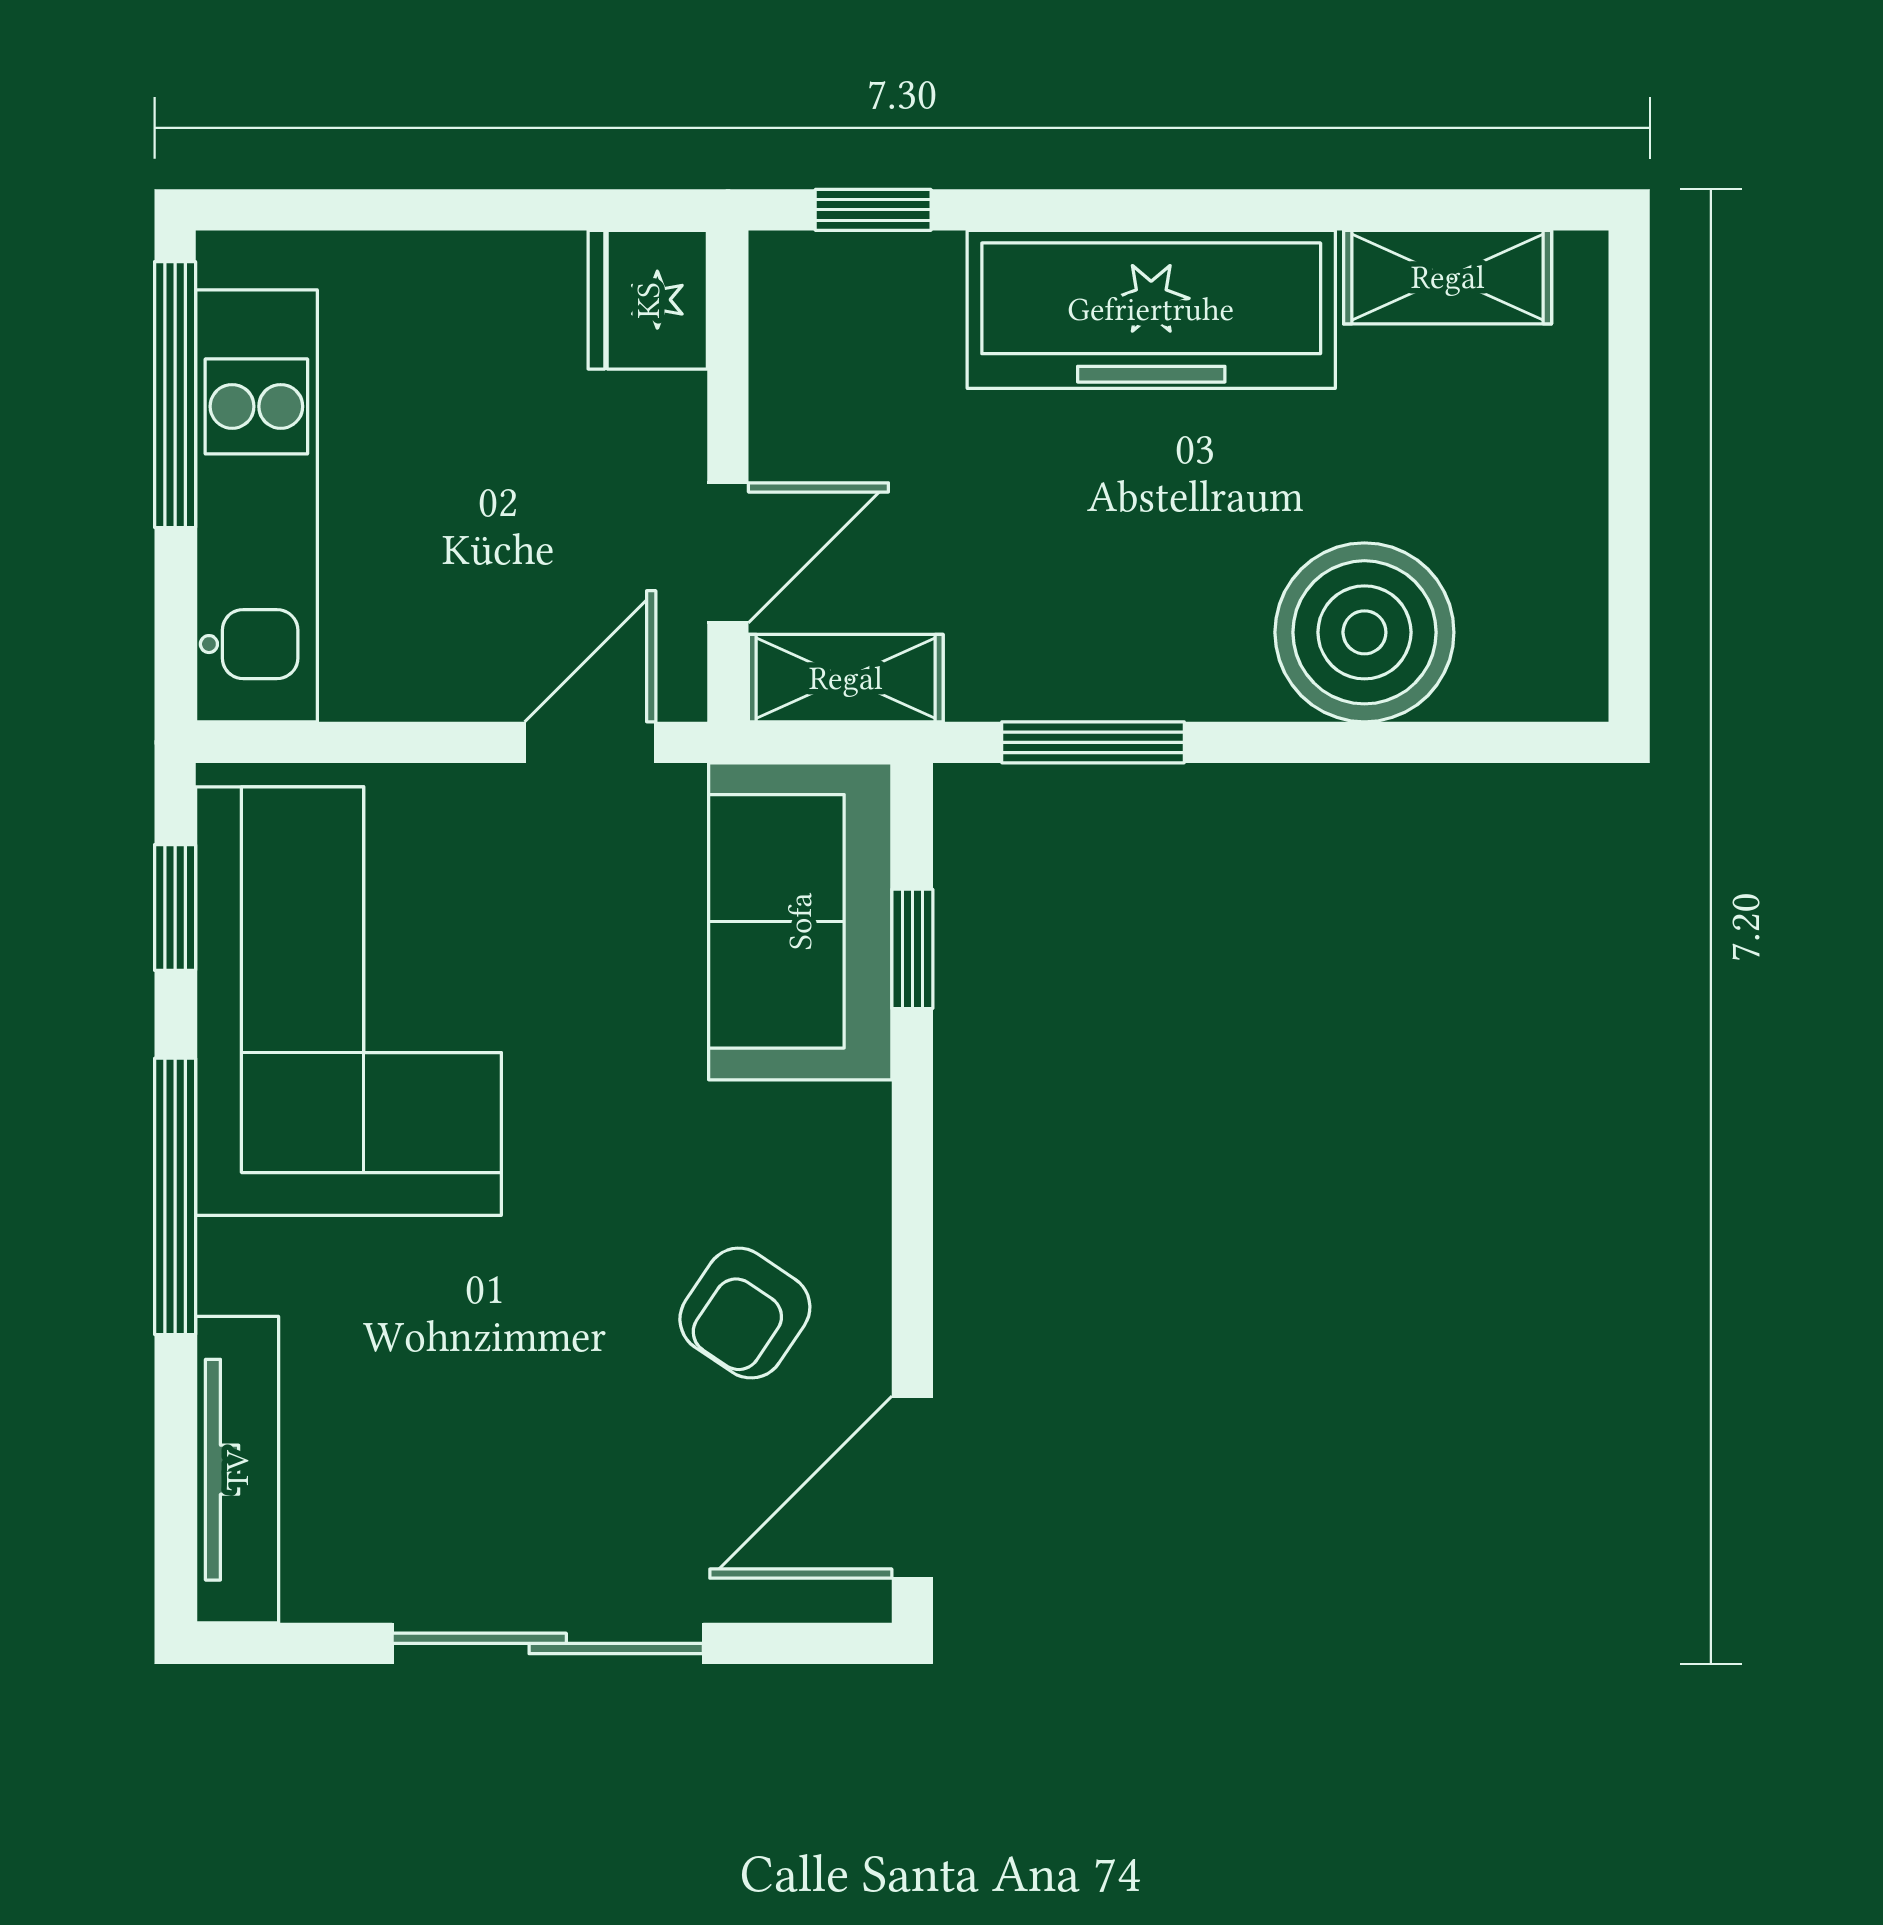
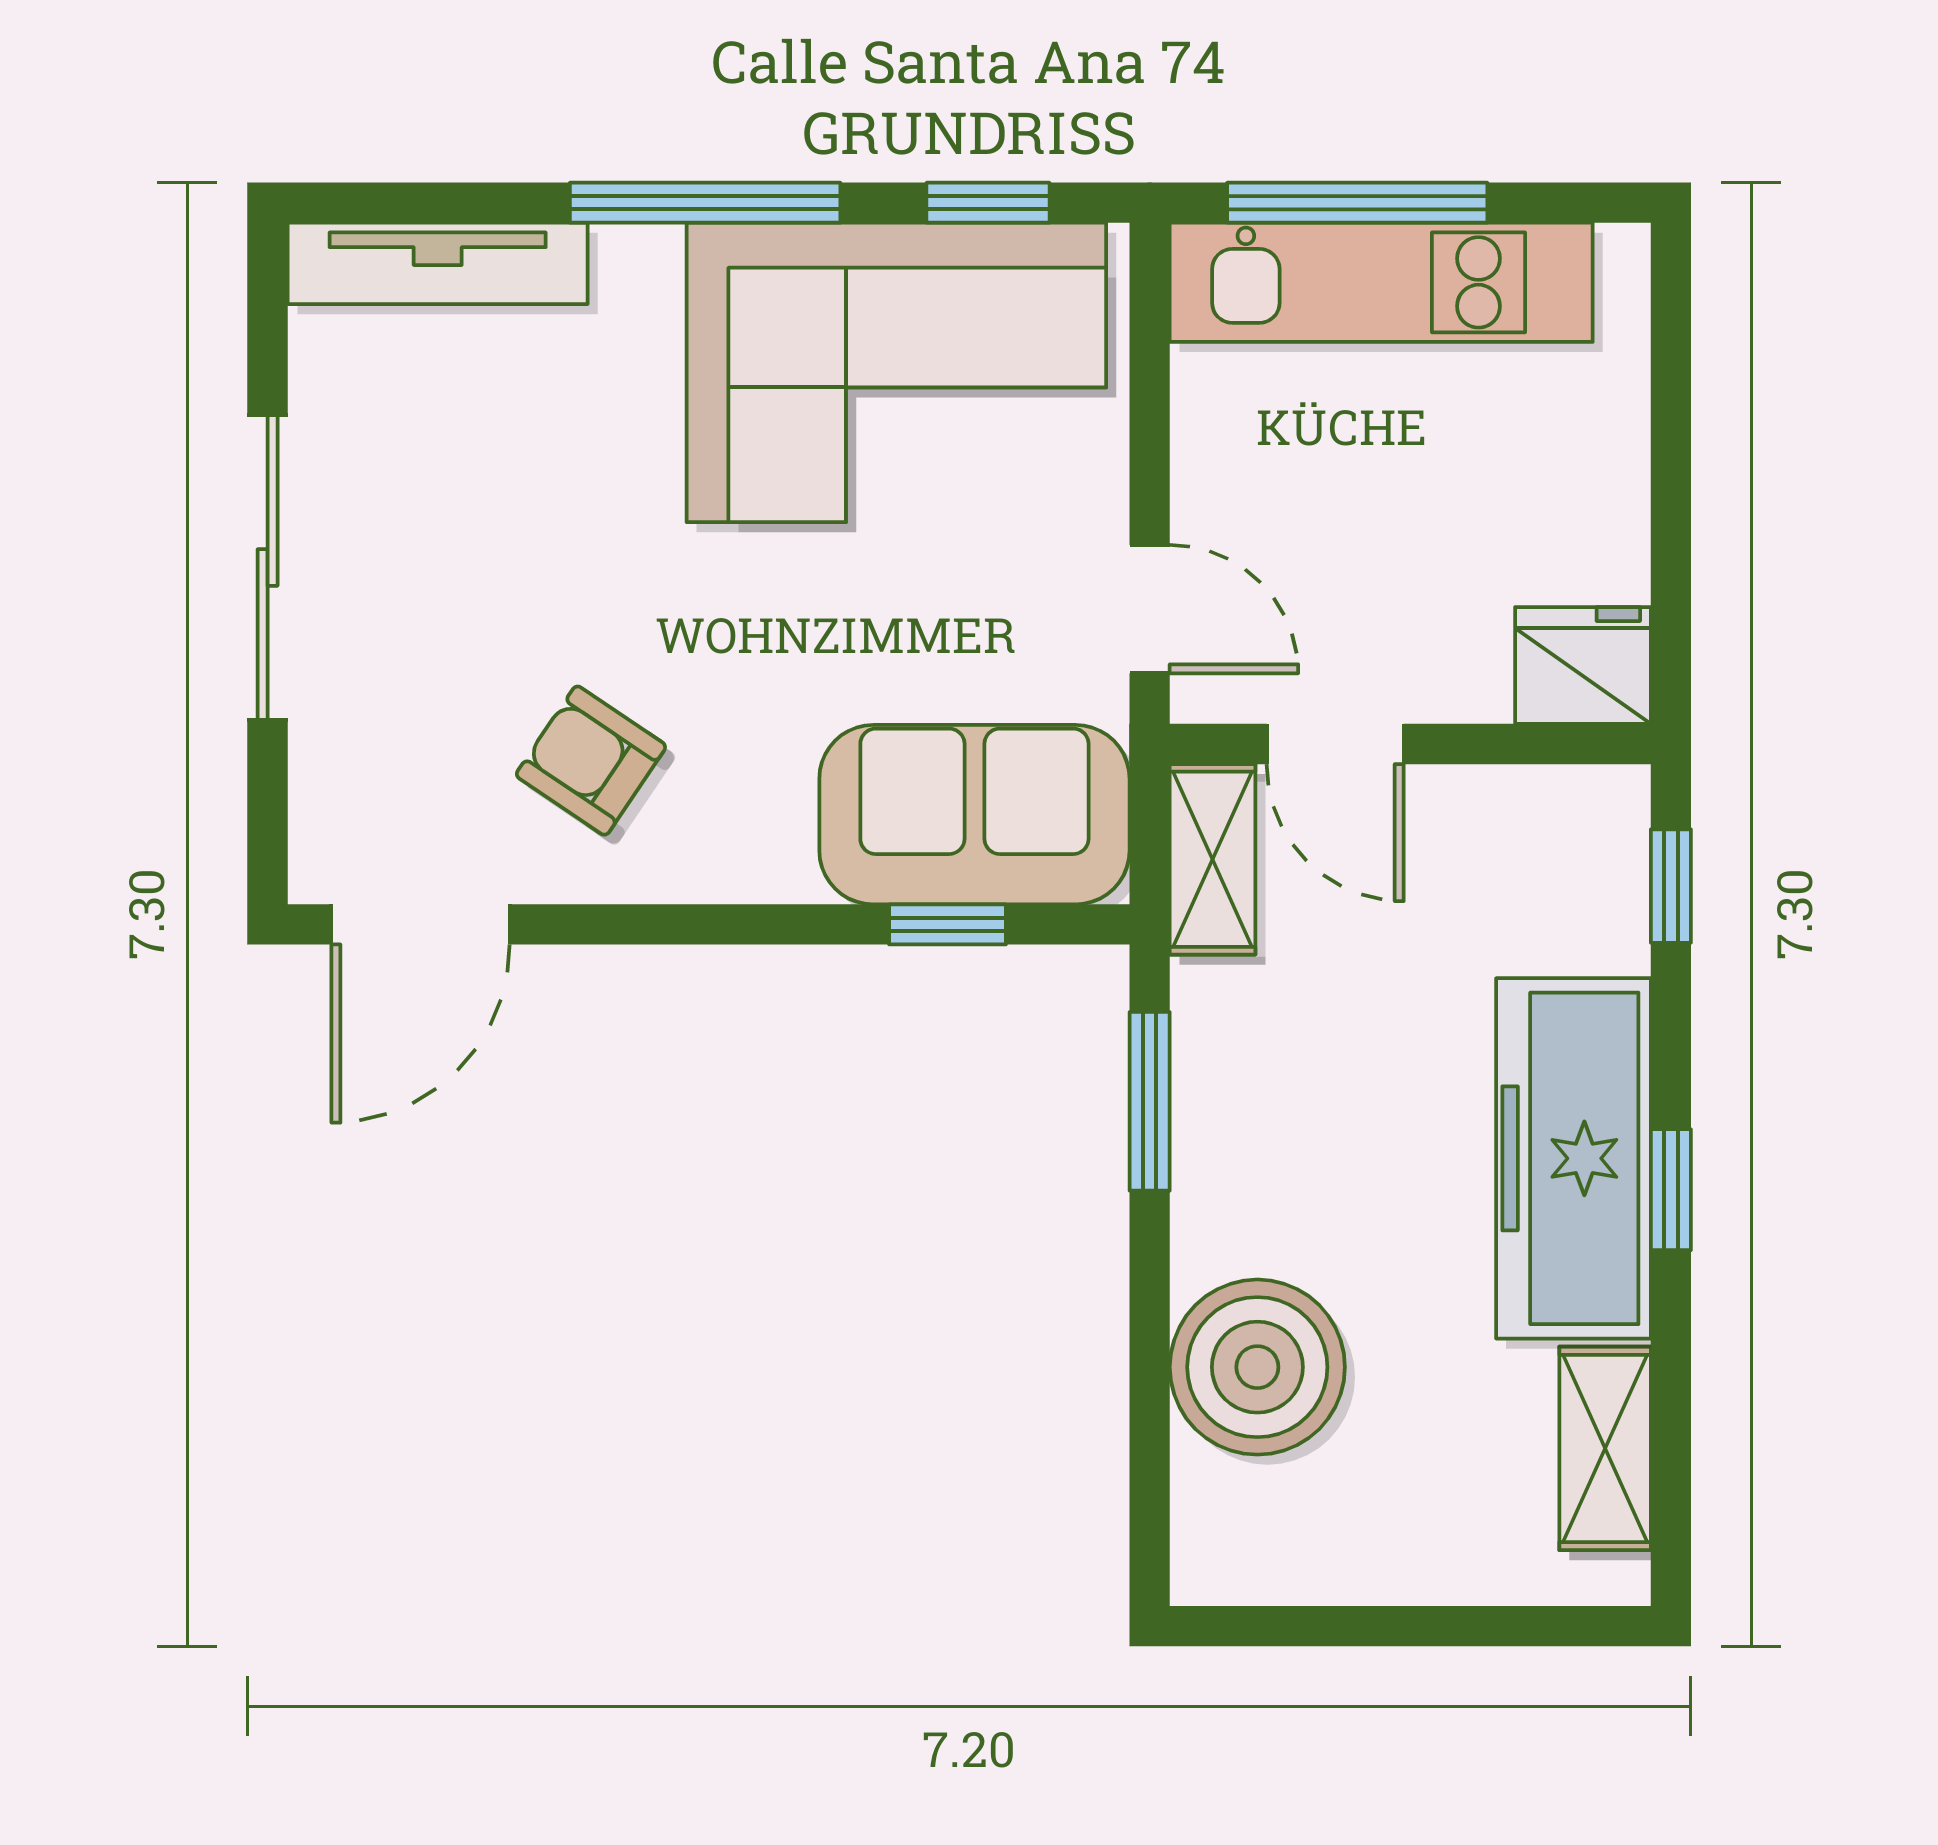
window: (1183, 210) -> (1671, 1190), added
window: (175, 395) -> (1357, 203), moved
door: (912, 1487) -> (421, 924), swing flipped

